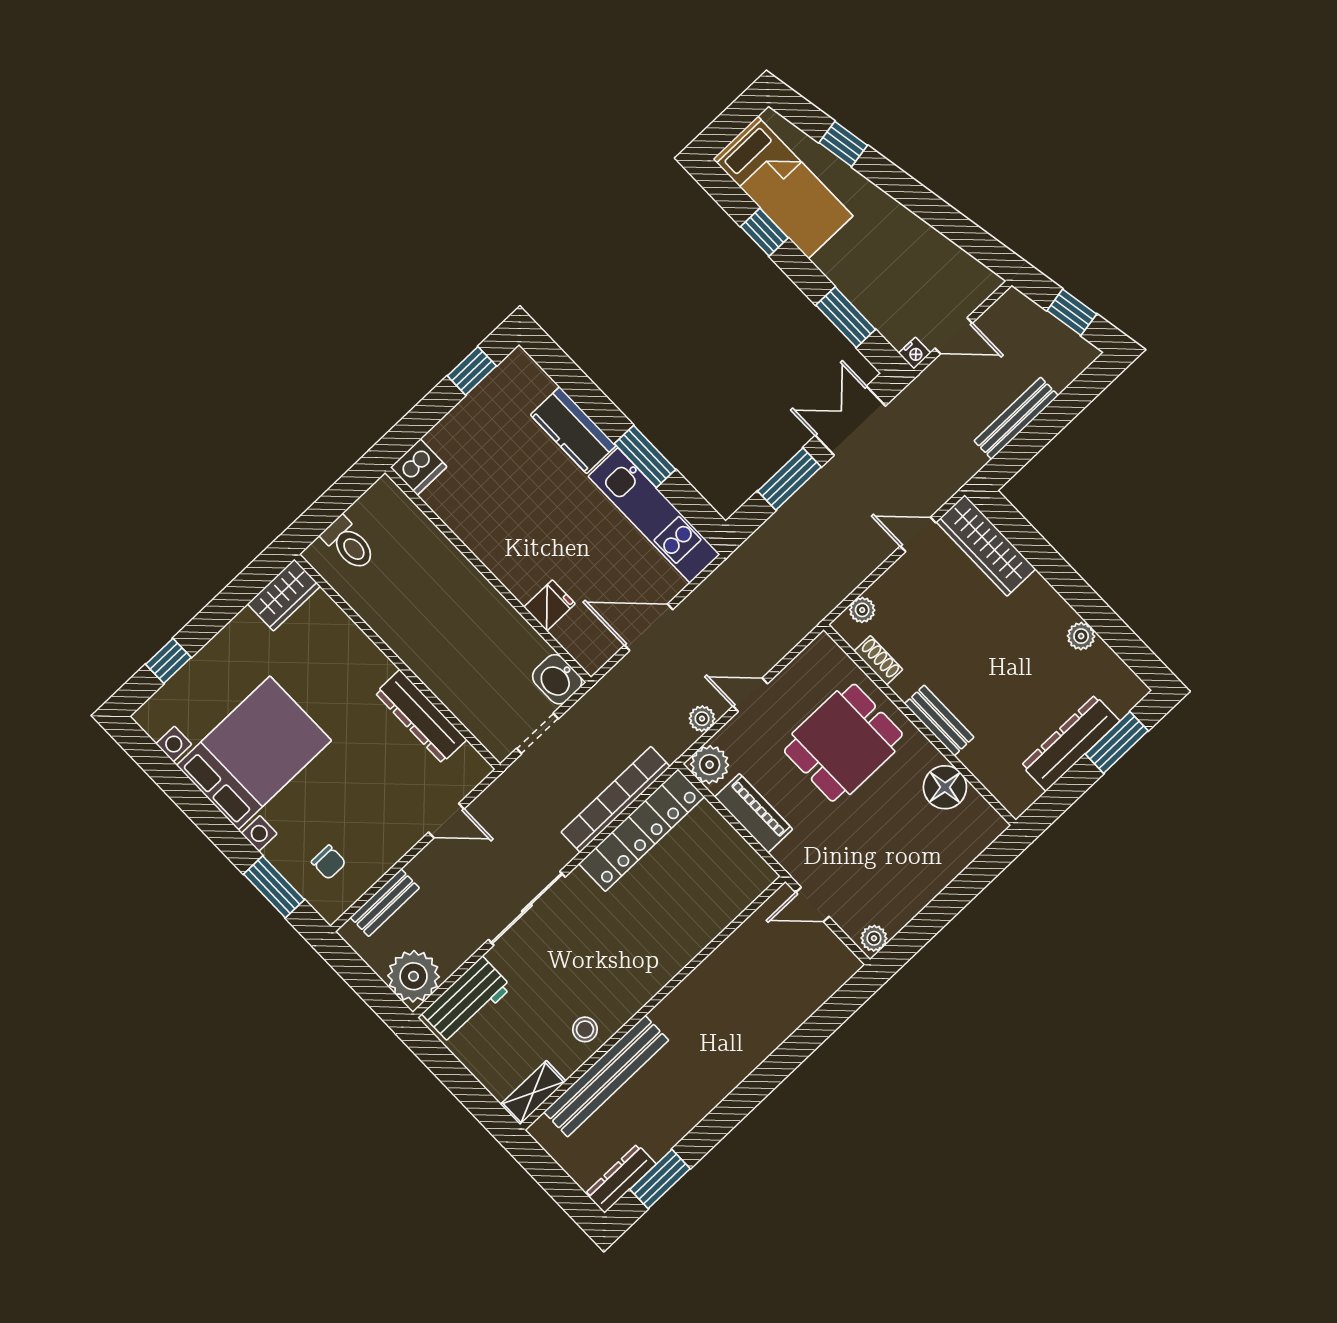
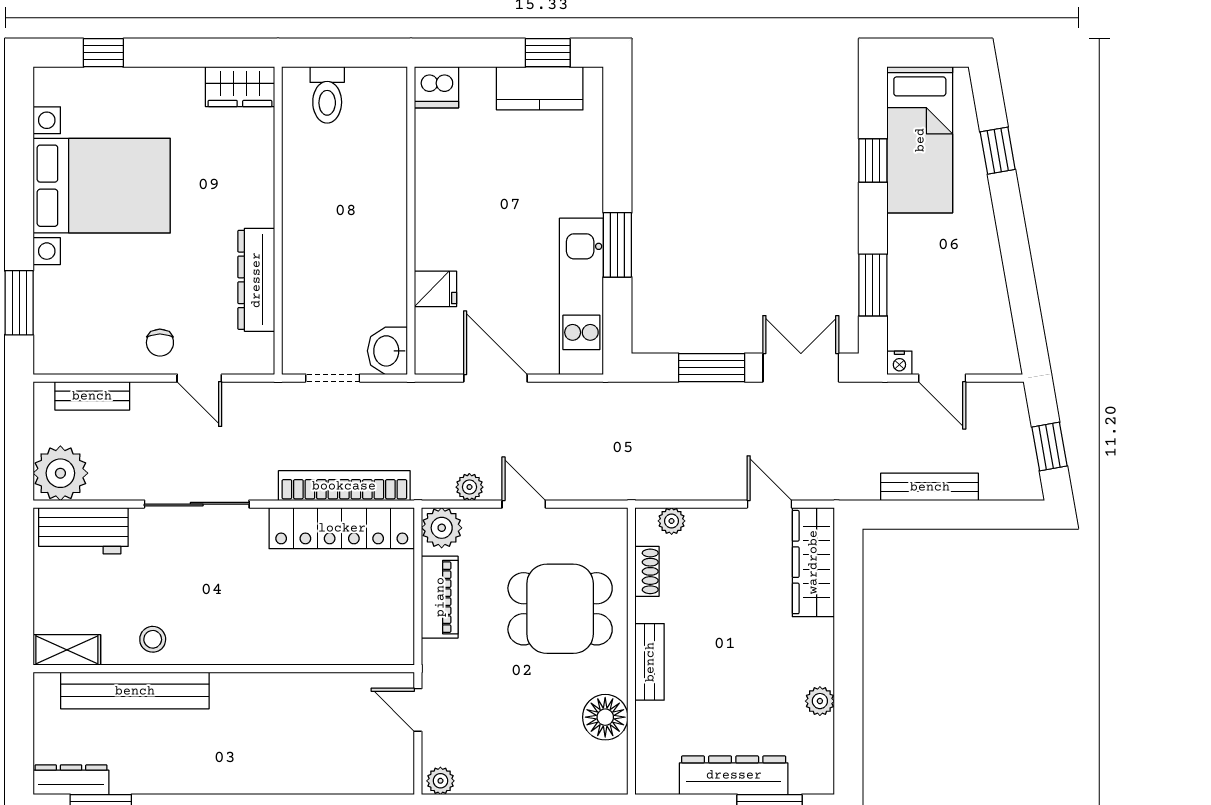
kitchen counter: (573, 430) -> (540, 88), moved, turned -90
chair: (329, 862) -> (160, 343), moved

